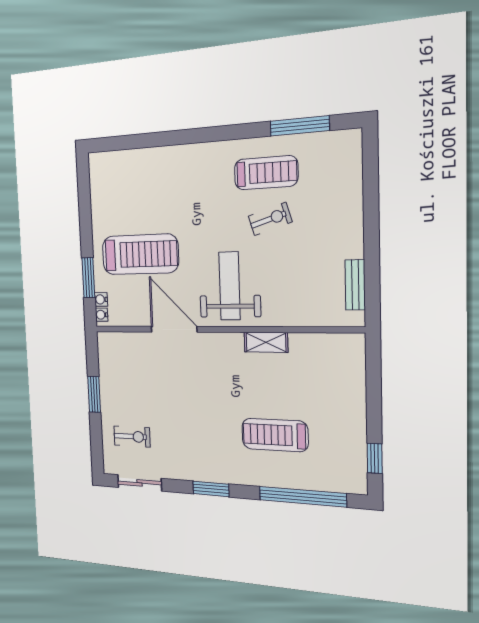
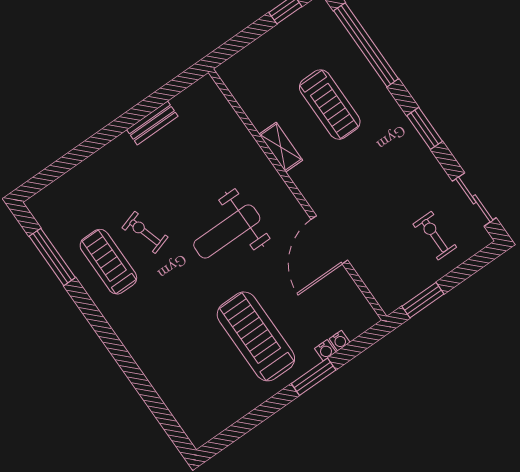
door: (174, 329) -> (329, 240), moved
wall: (222, 329) -> (298, 194), moved
shelving: (266, 342) -> (281, 147), moved

